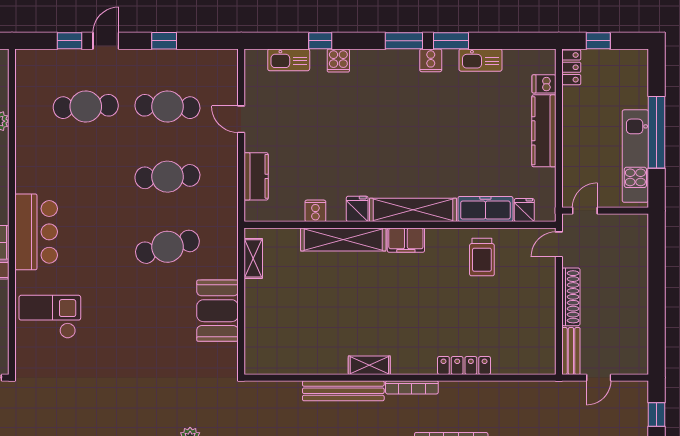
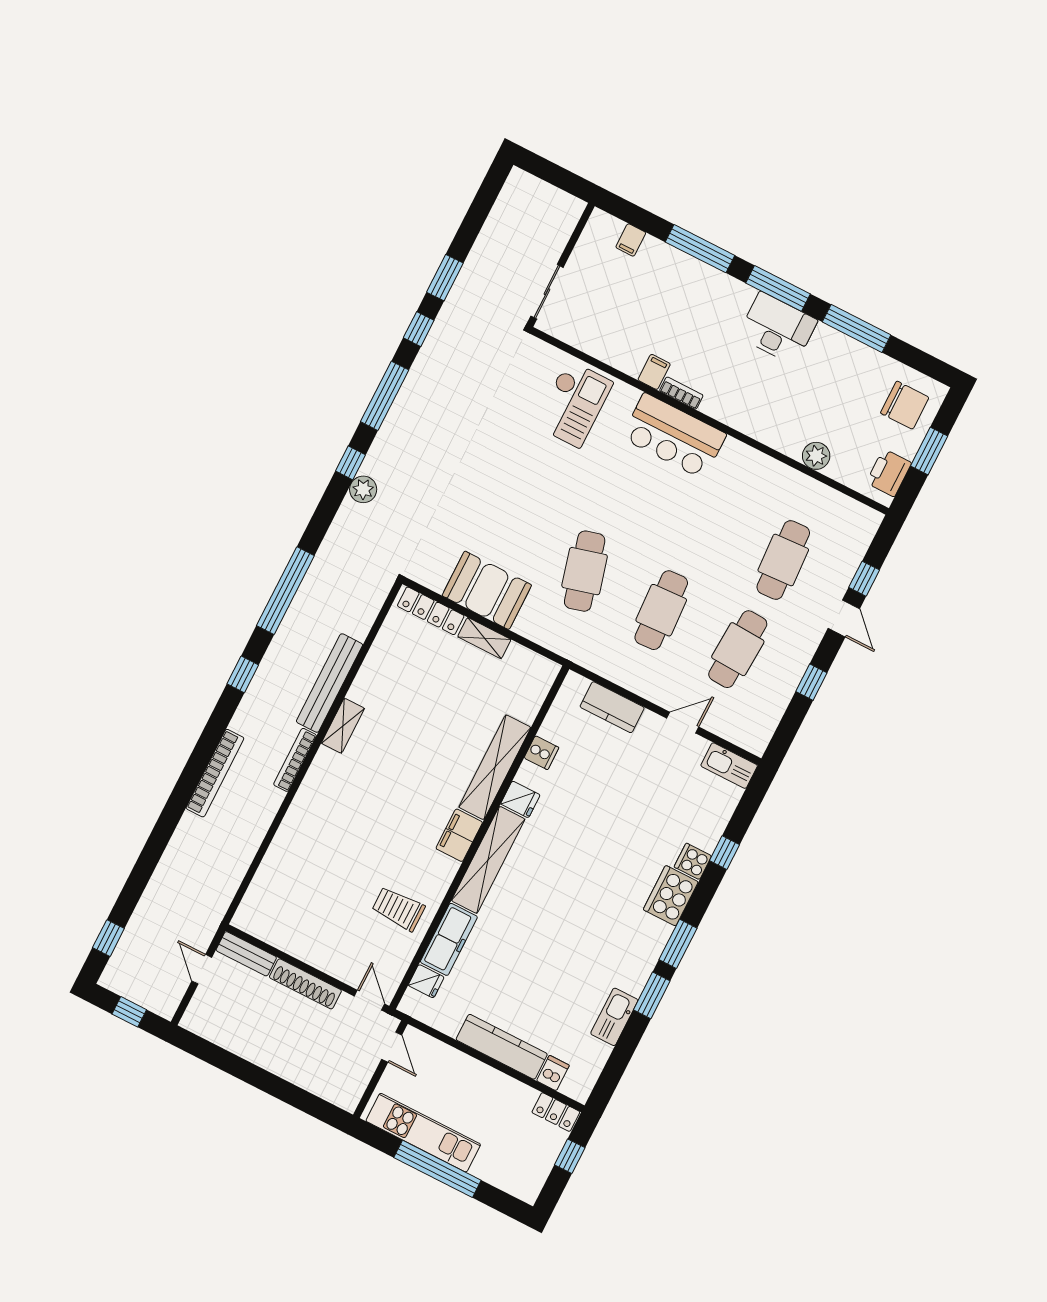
kitchen sink: (289, 60) -> (729, 766), moved, turned -90
cooker: (431, 60) -> (671, 896), moved, width x1.87, depth x1.31
shelving: (253, 258) -> (484, 638), moved
locker: (464, 366) -> (431, 611), moved, turned 90

